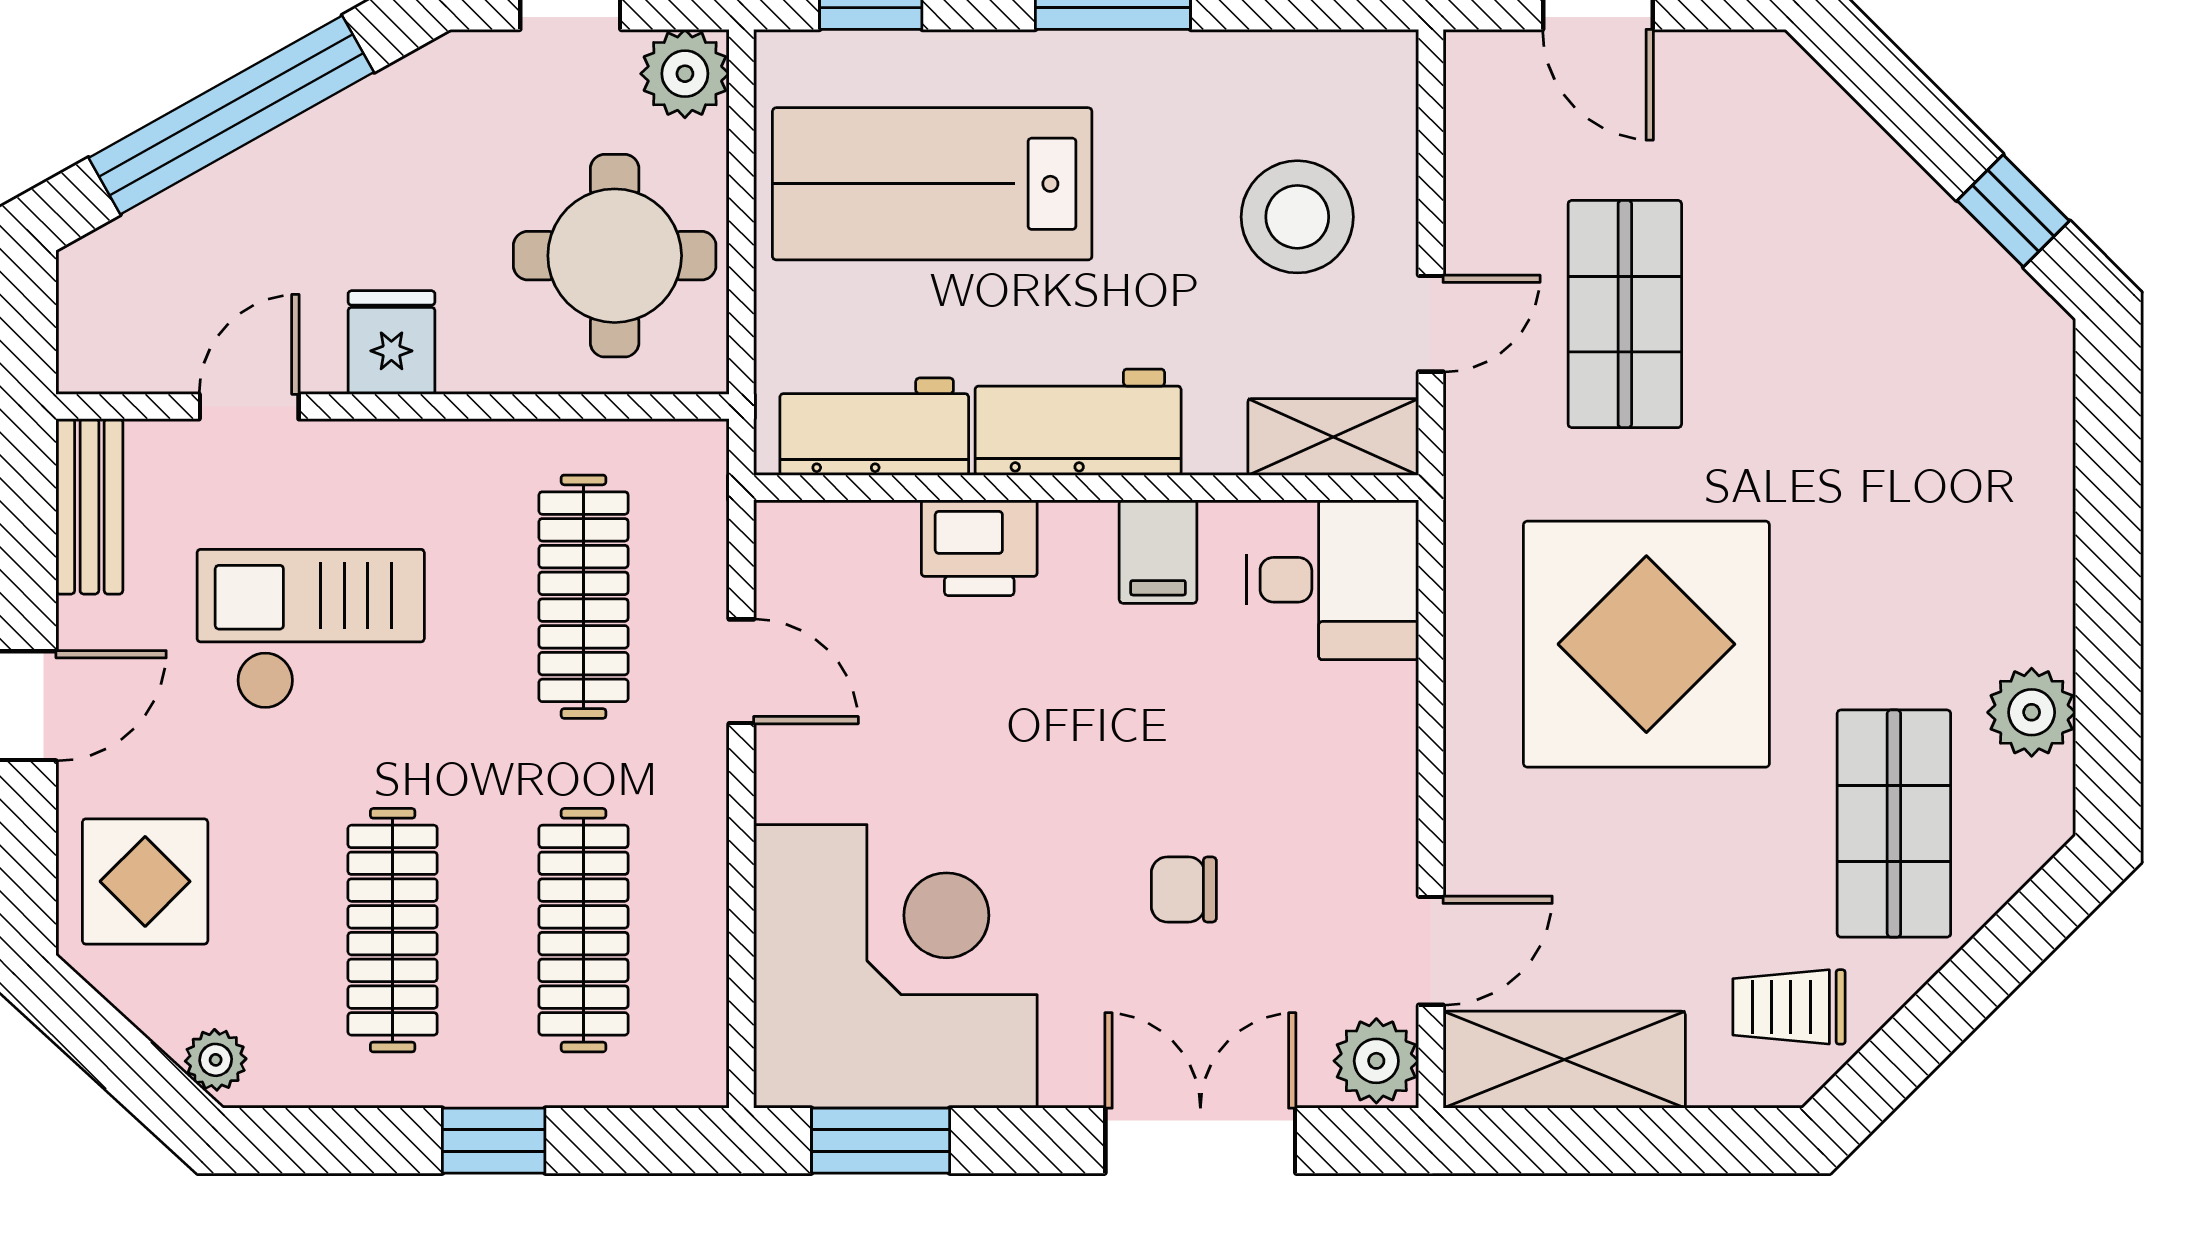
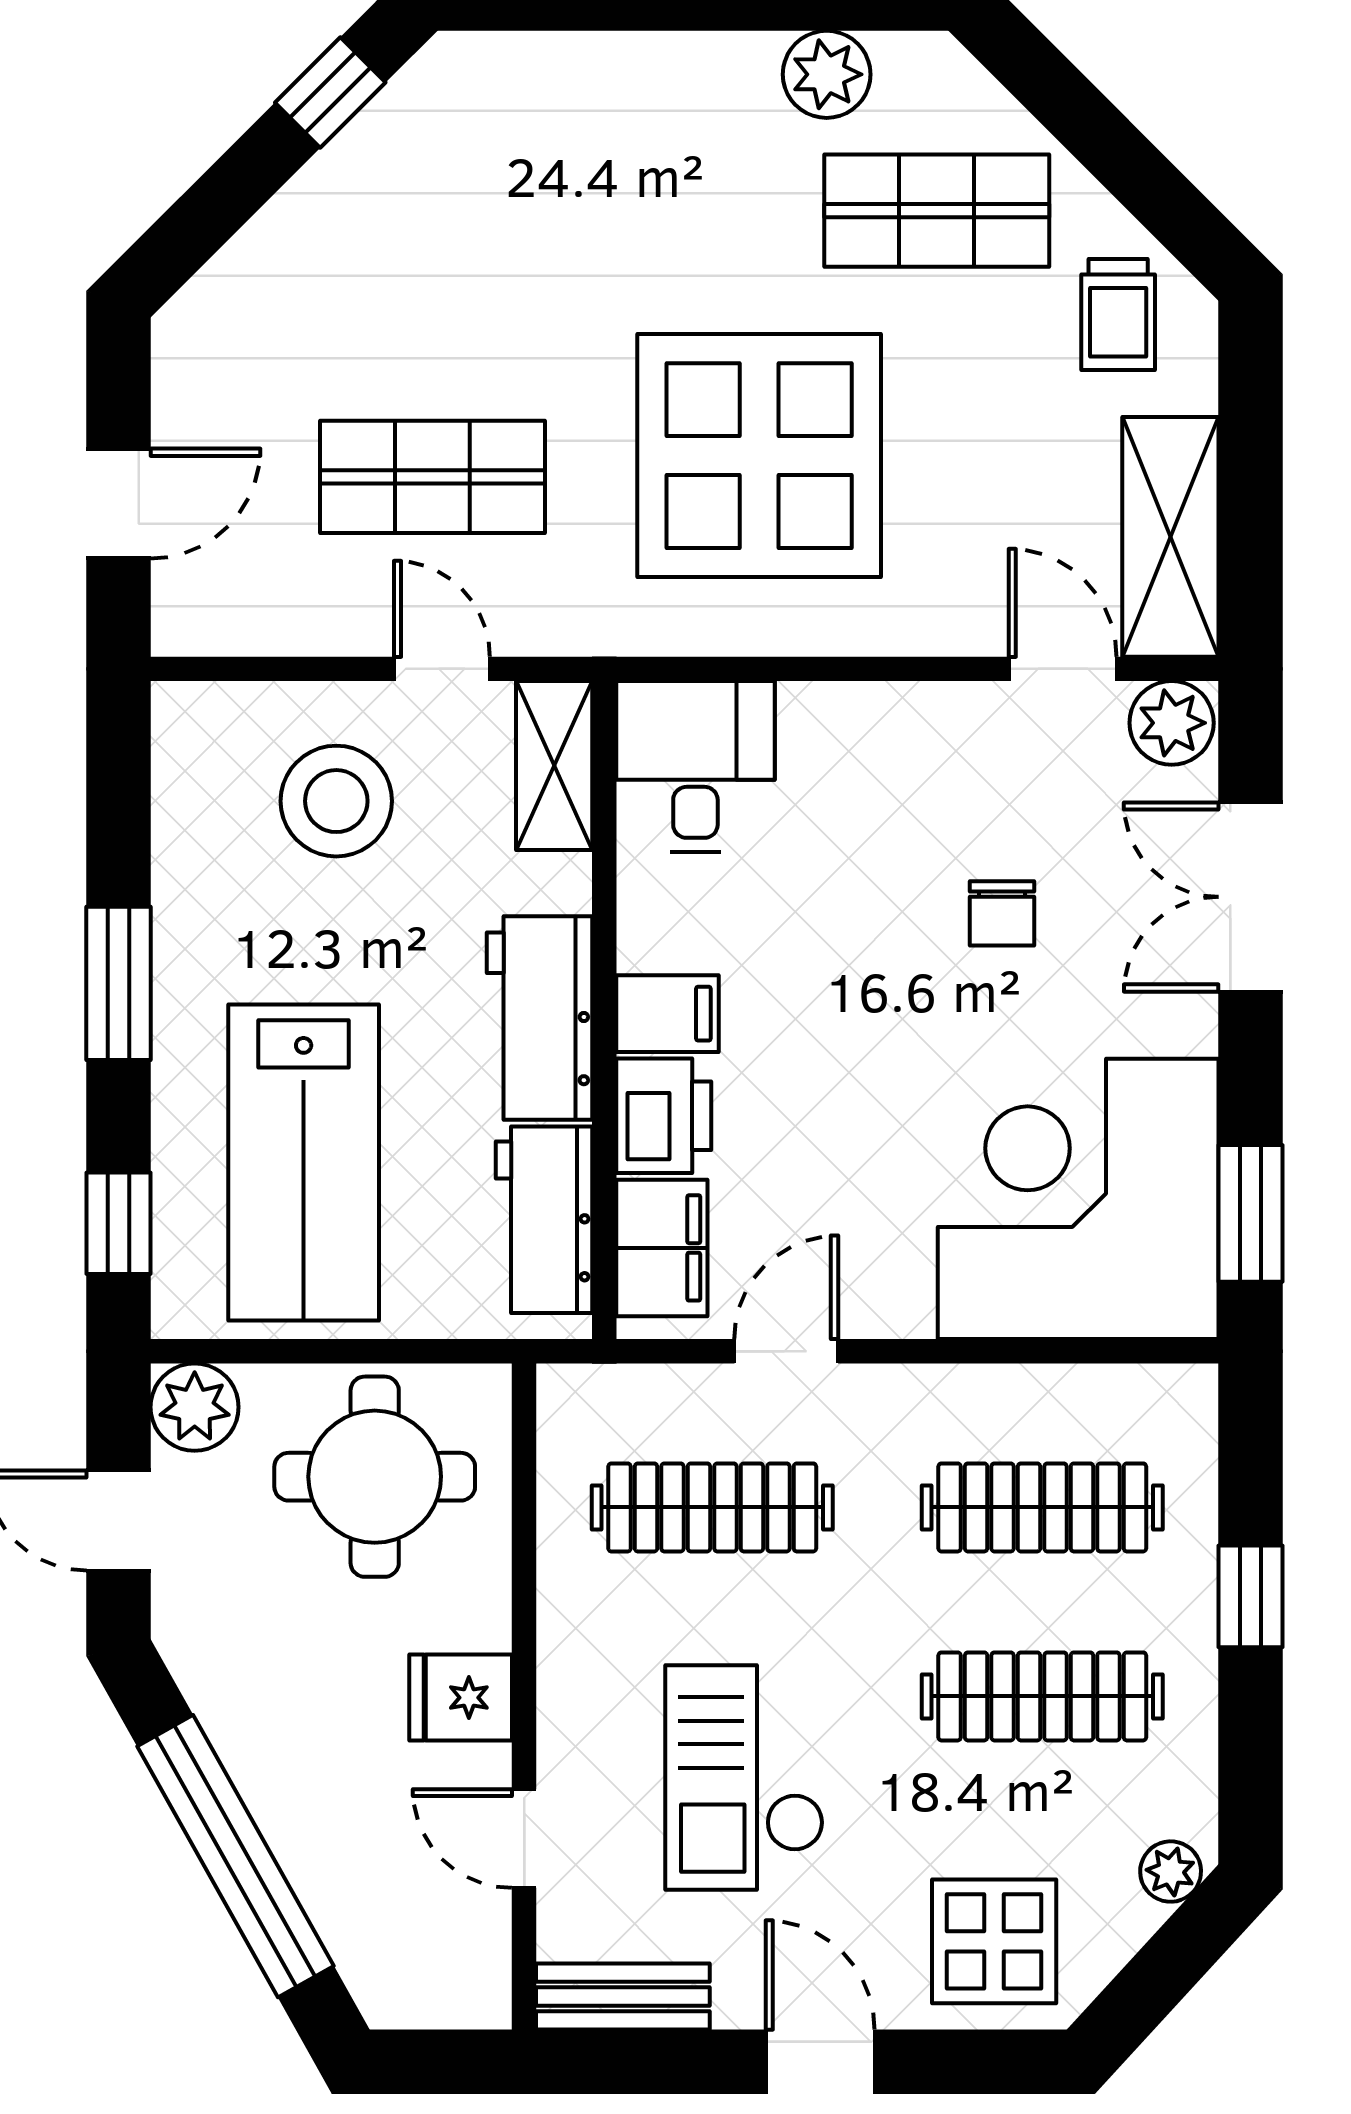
filing cabinet: (846, 546) -> (662, 1248), added
filing cabinet: (1158, 552) -> (668, 1014), moved

